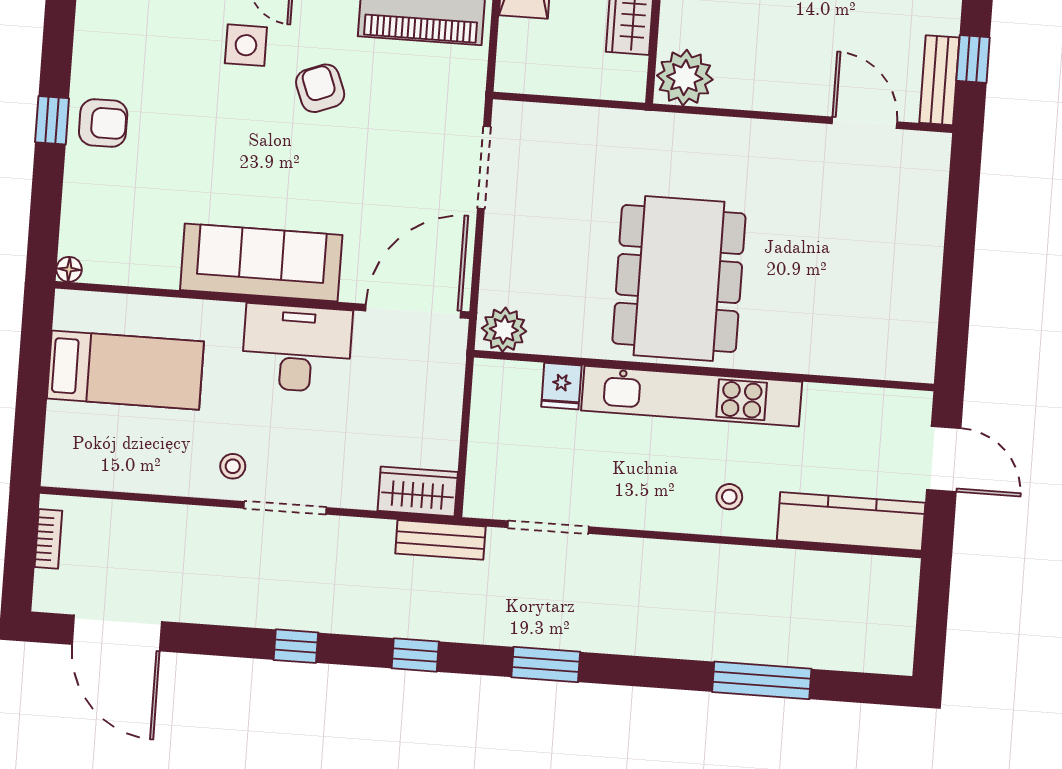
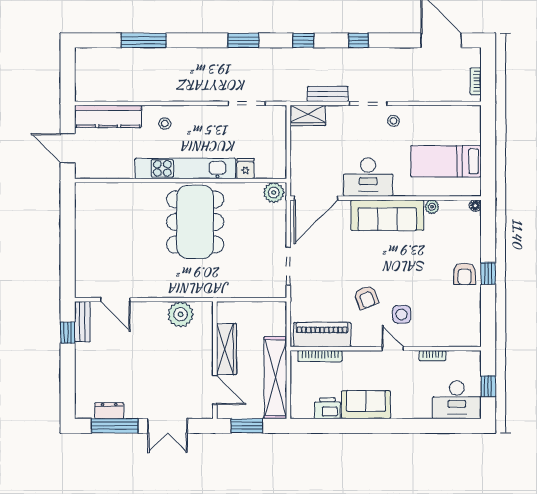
plant: (685, 78) -> (181, 314), moved
armchair: (103, 123) -> (465, 274), turned -90
plant: (163, 274) -> (432, 207), added
bench: (440, 540) -> (328, 94), moved

